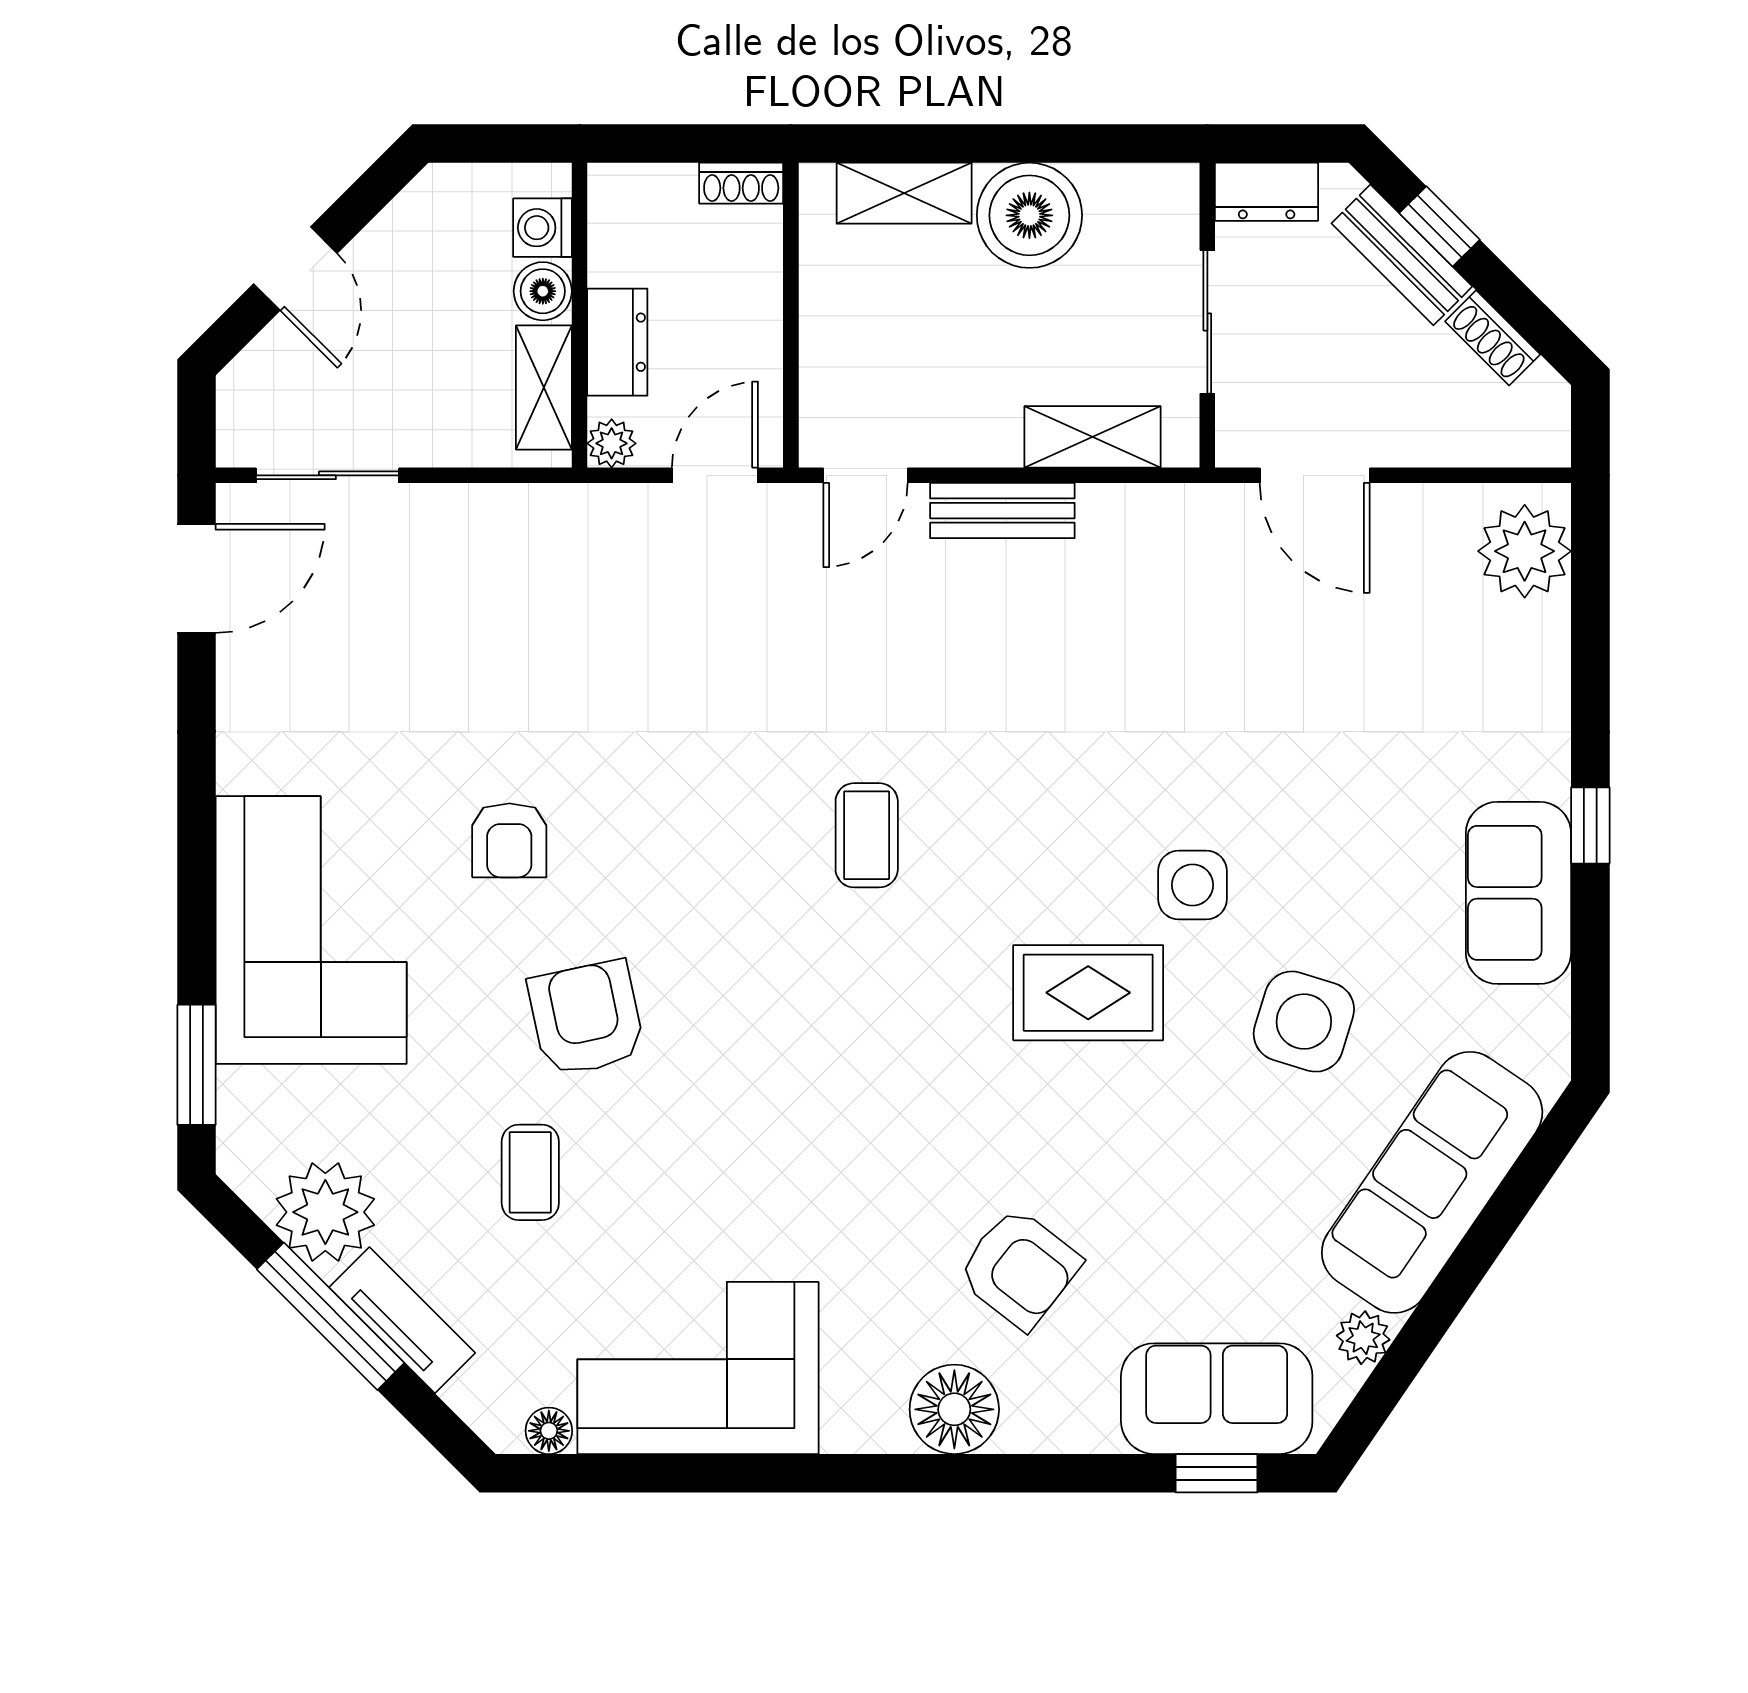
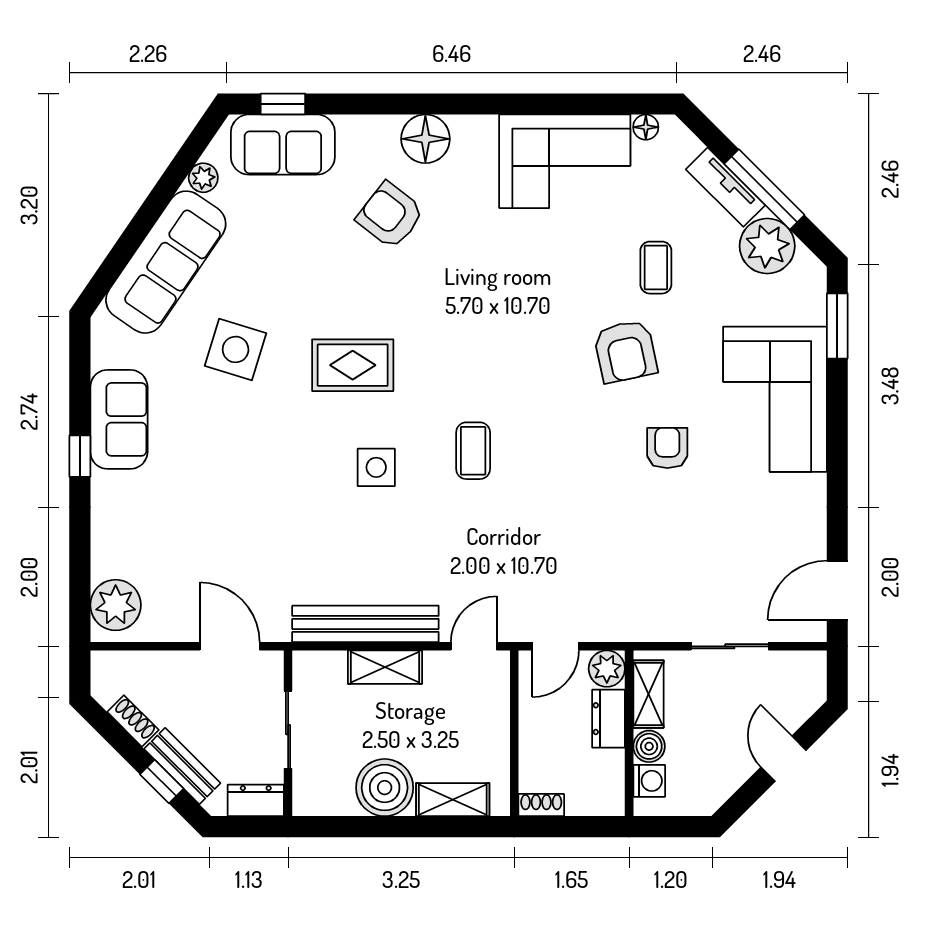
shelving: (1092, 437) -> (385, 667), moved
plant: (612, 443) -> (607, 669), width x1.38, depth x1.38
sliding door: (327, 475) -> (730, 646), moved
bench: (1002, 511) -> (365, 624), width x1.86, depth x1.21
side table: (1192, 885) -> (376, 467), moved

